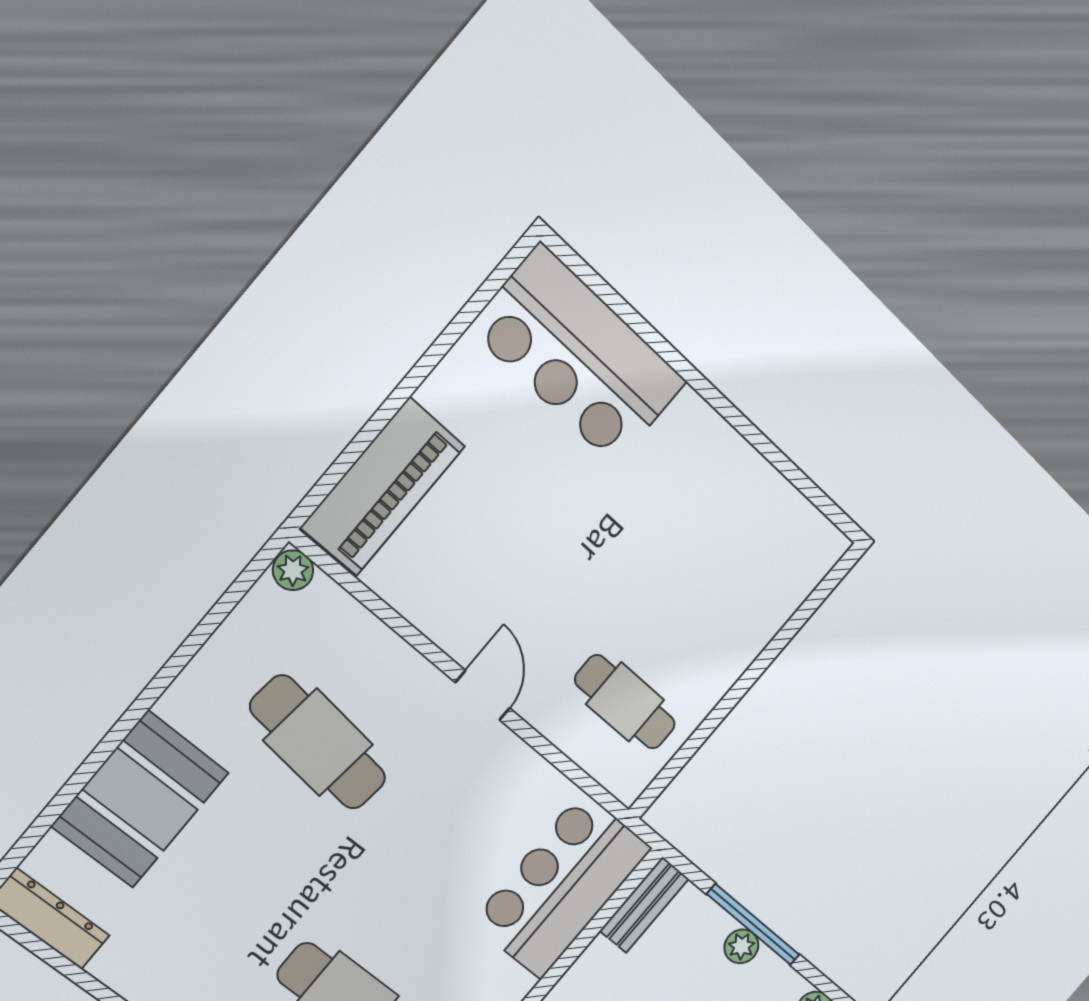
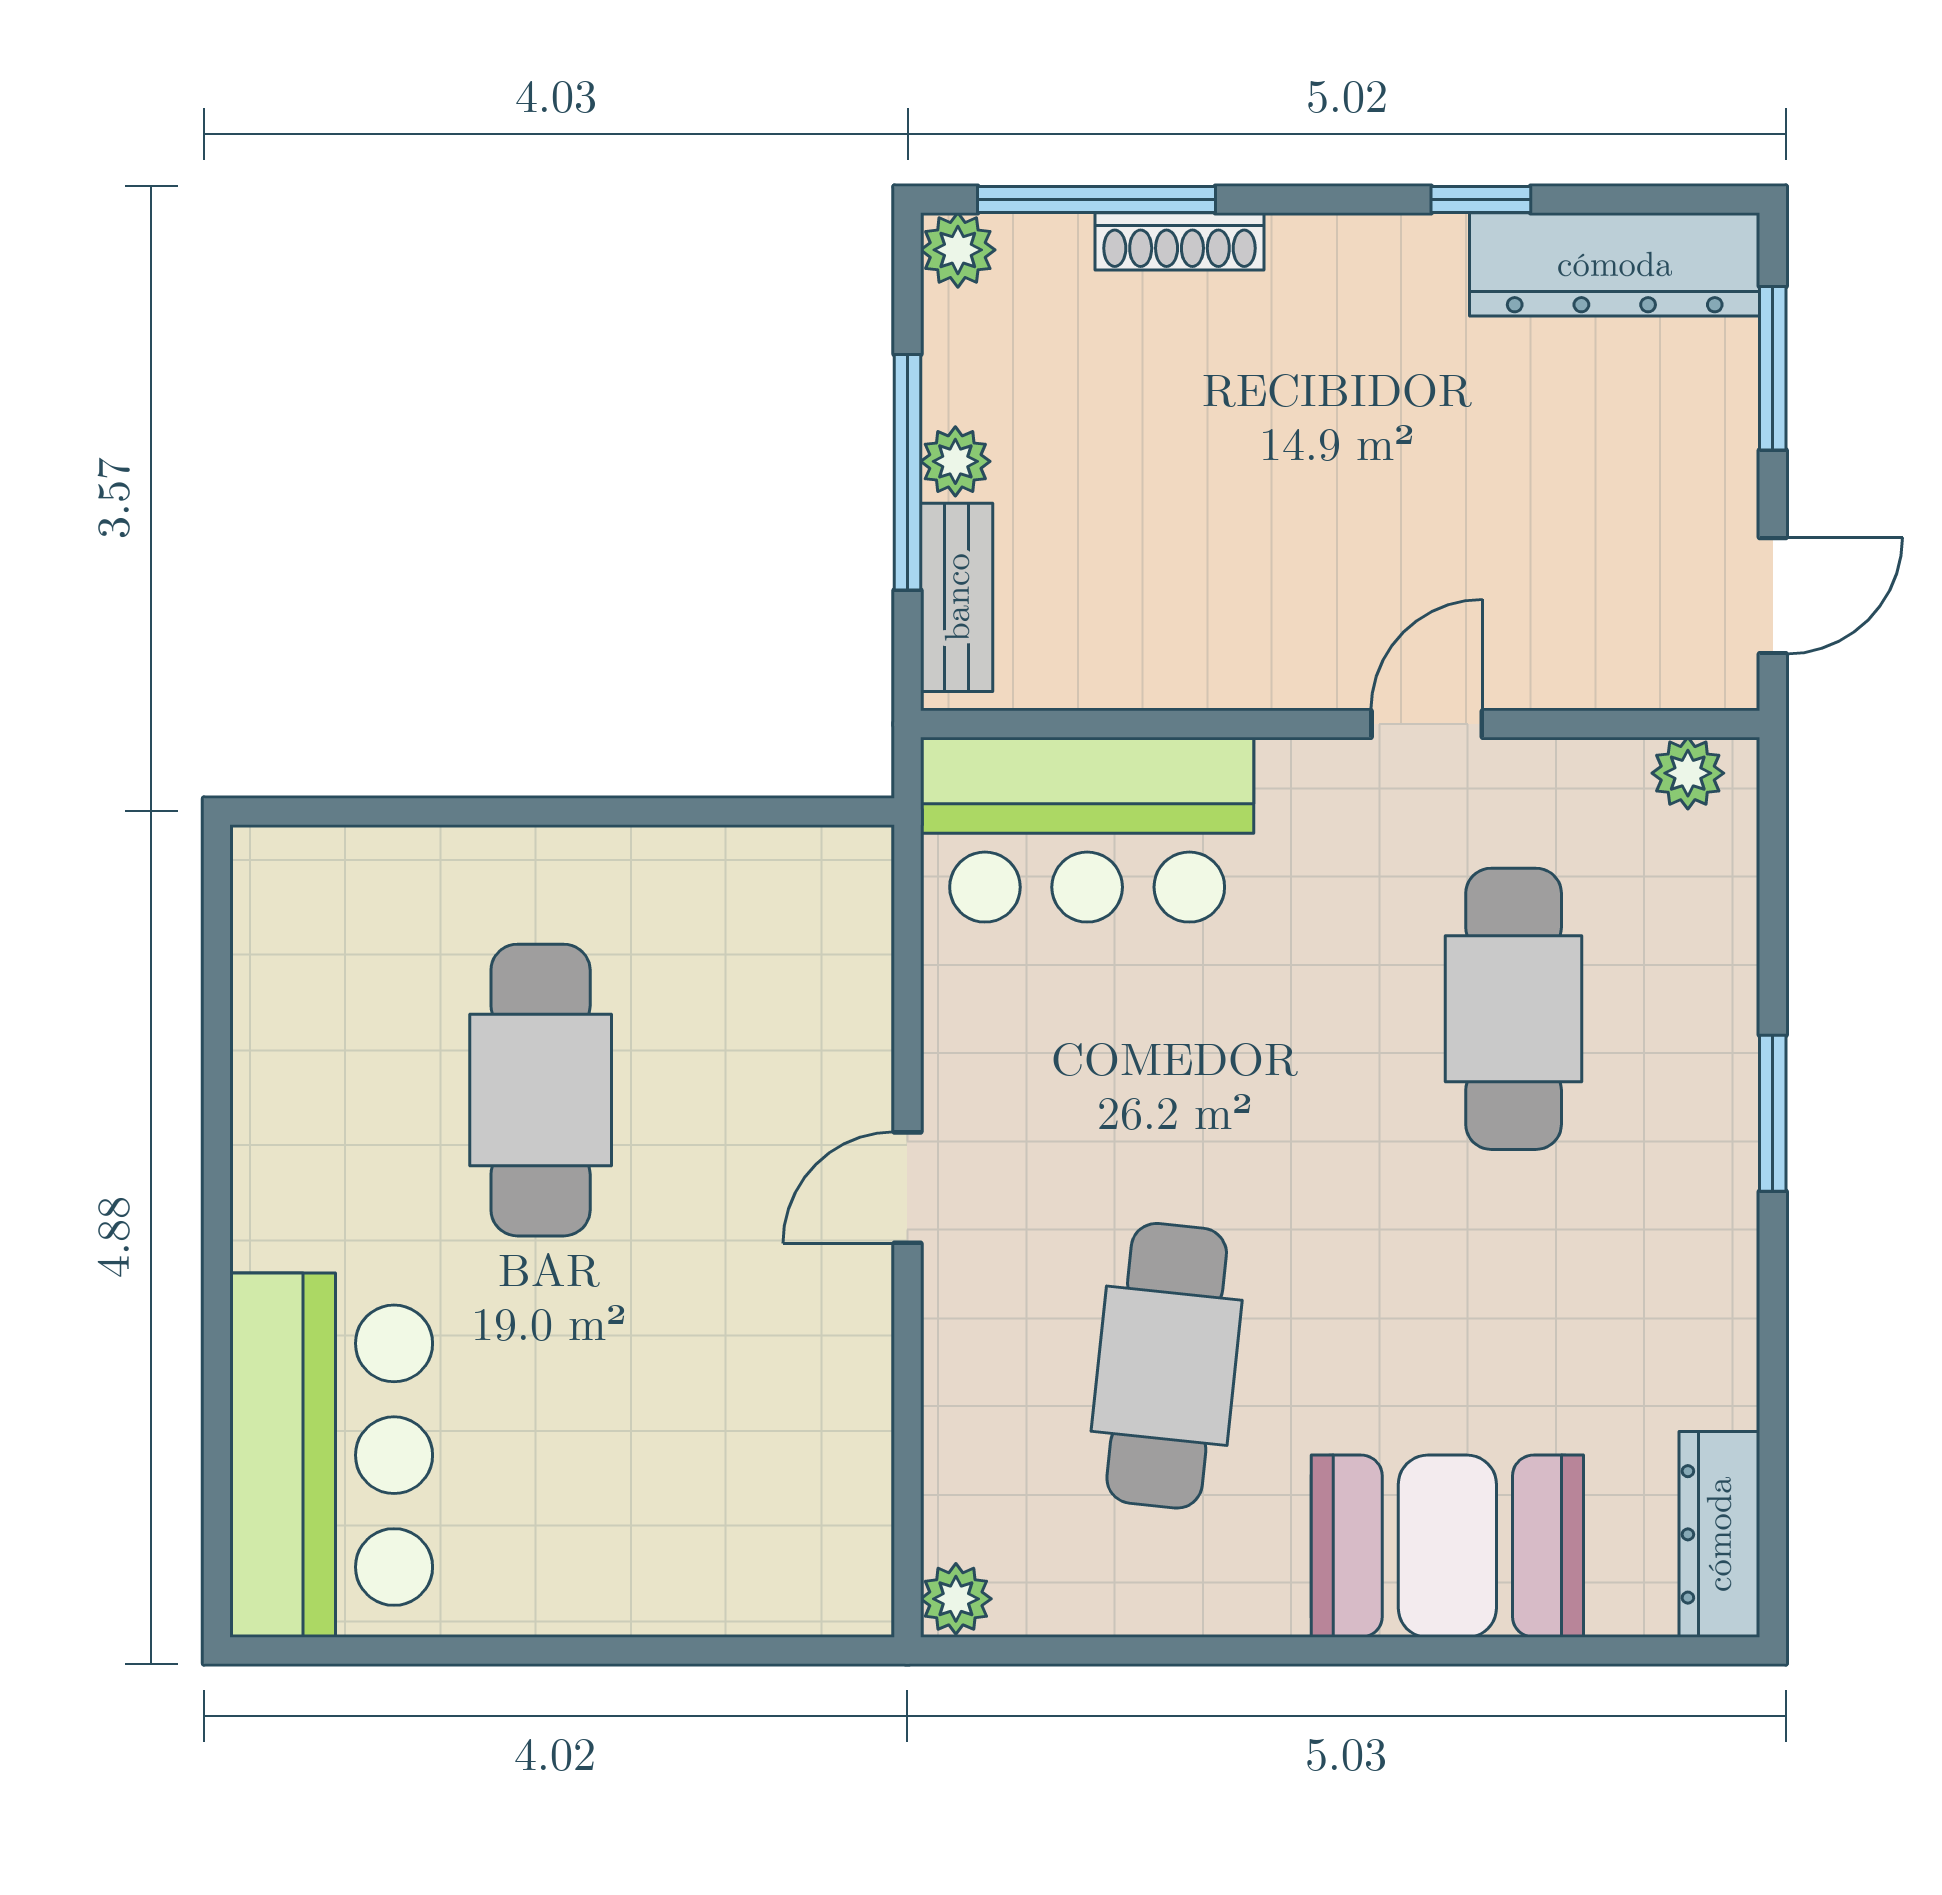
piano: (383, 487) -> (739, 1572), removed
cafe table: (625, 702) -> (541, 1090), moved, width x1.37, depth x1.35
bench: (644, 905) -> (957, 597), moved, turned 90

